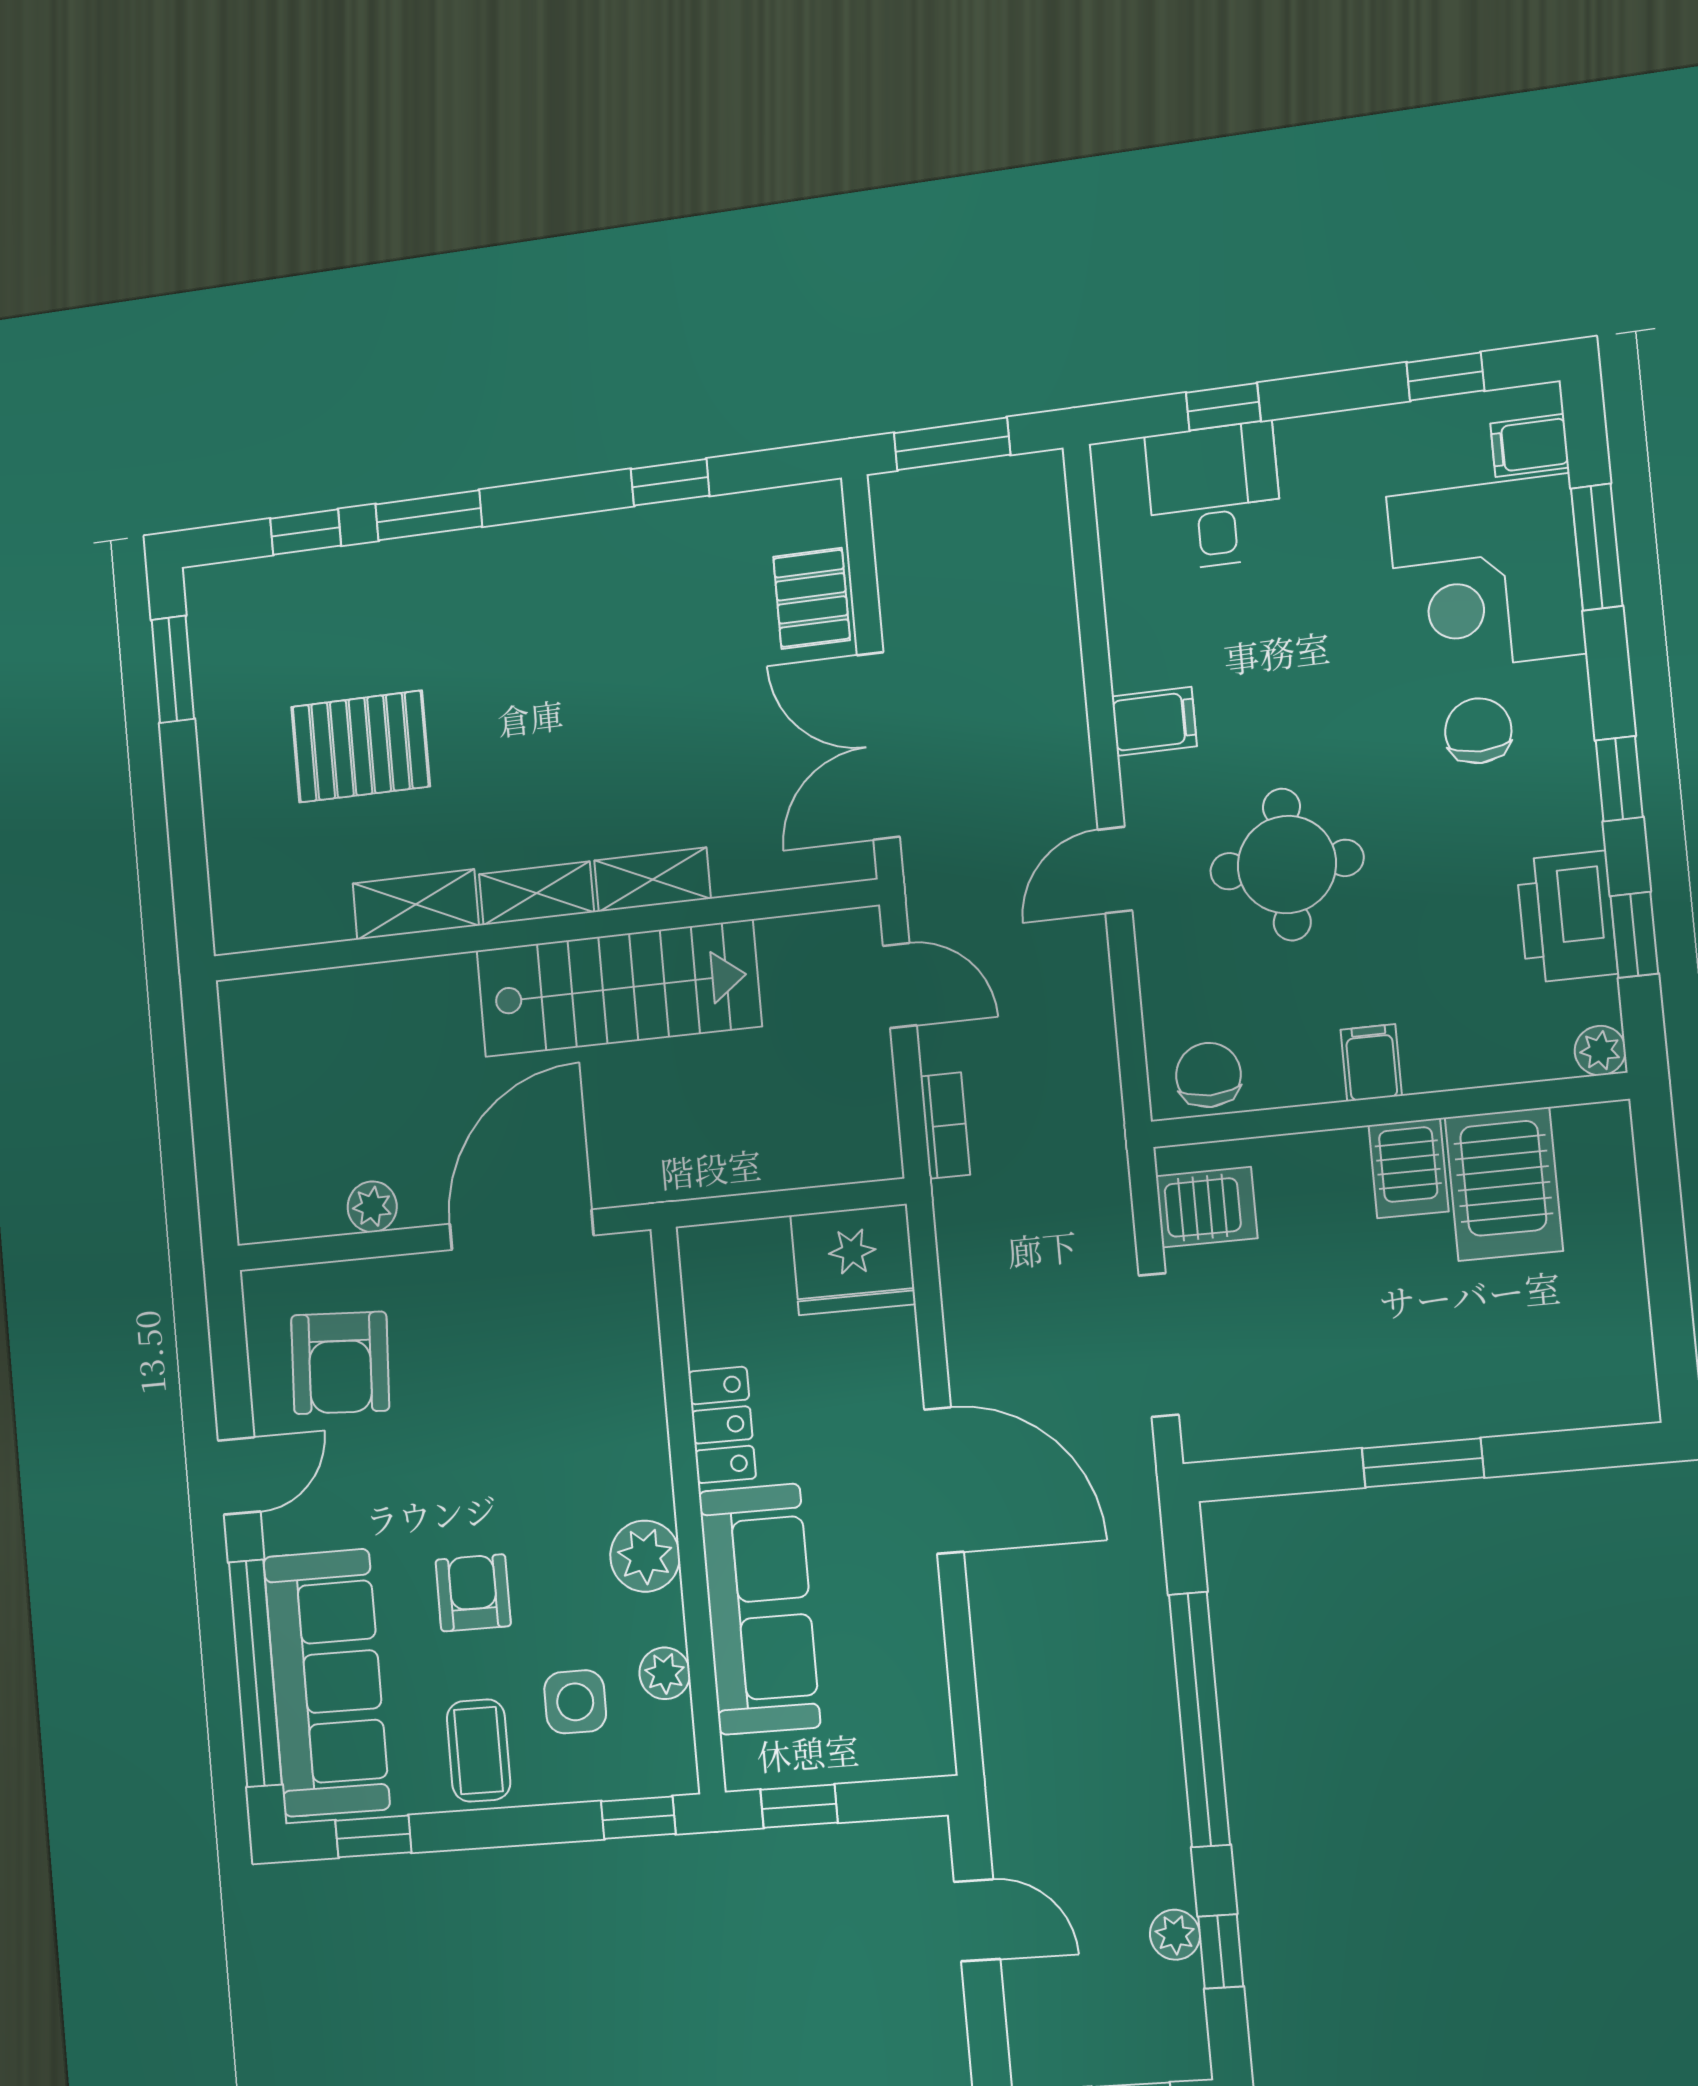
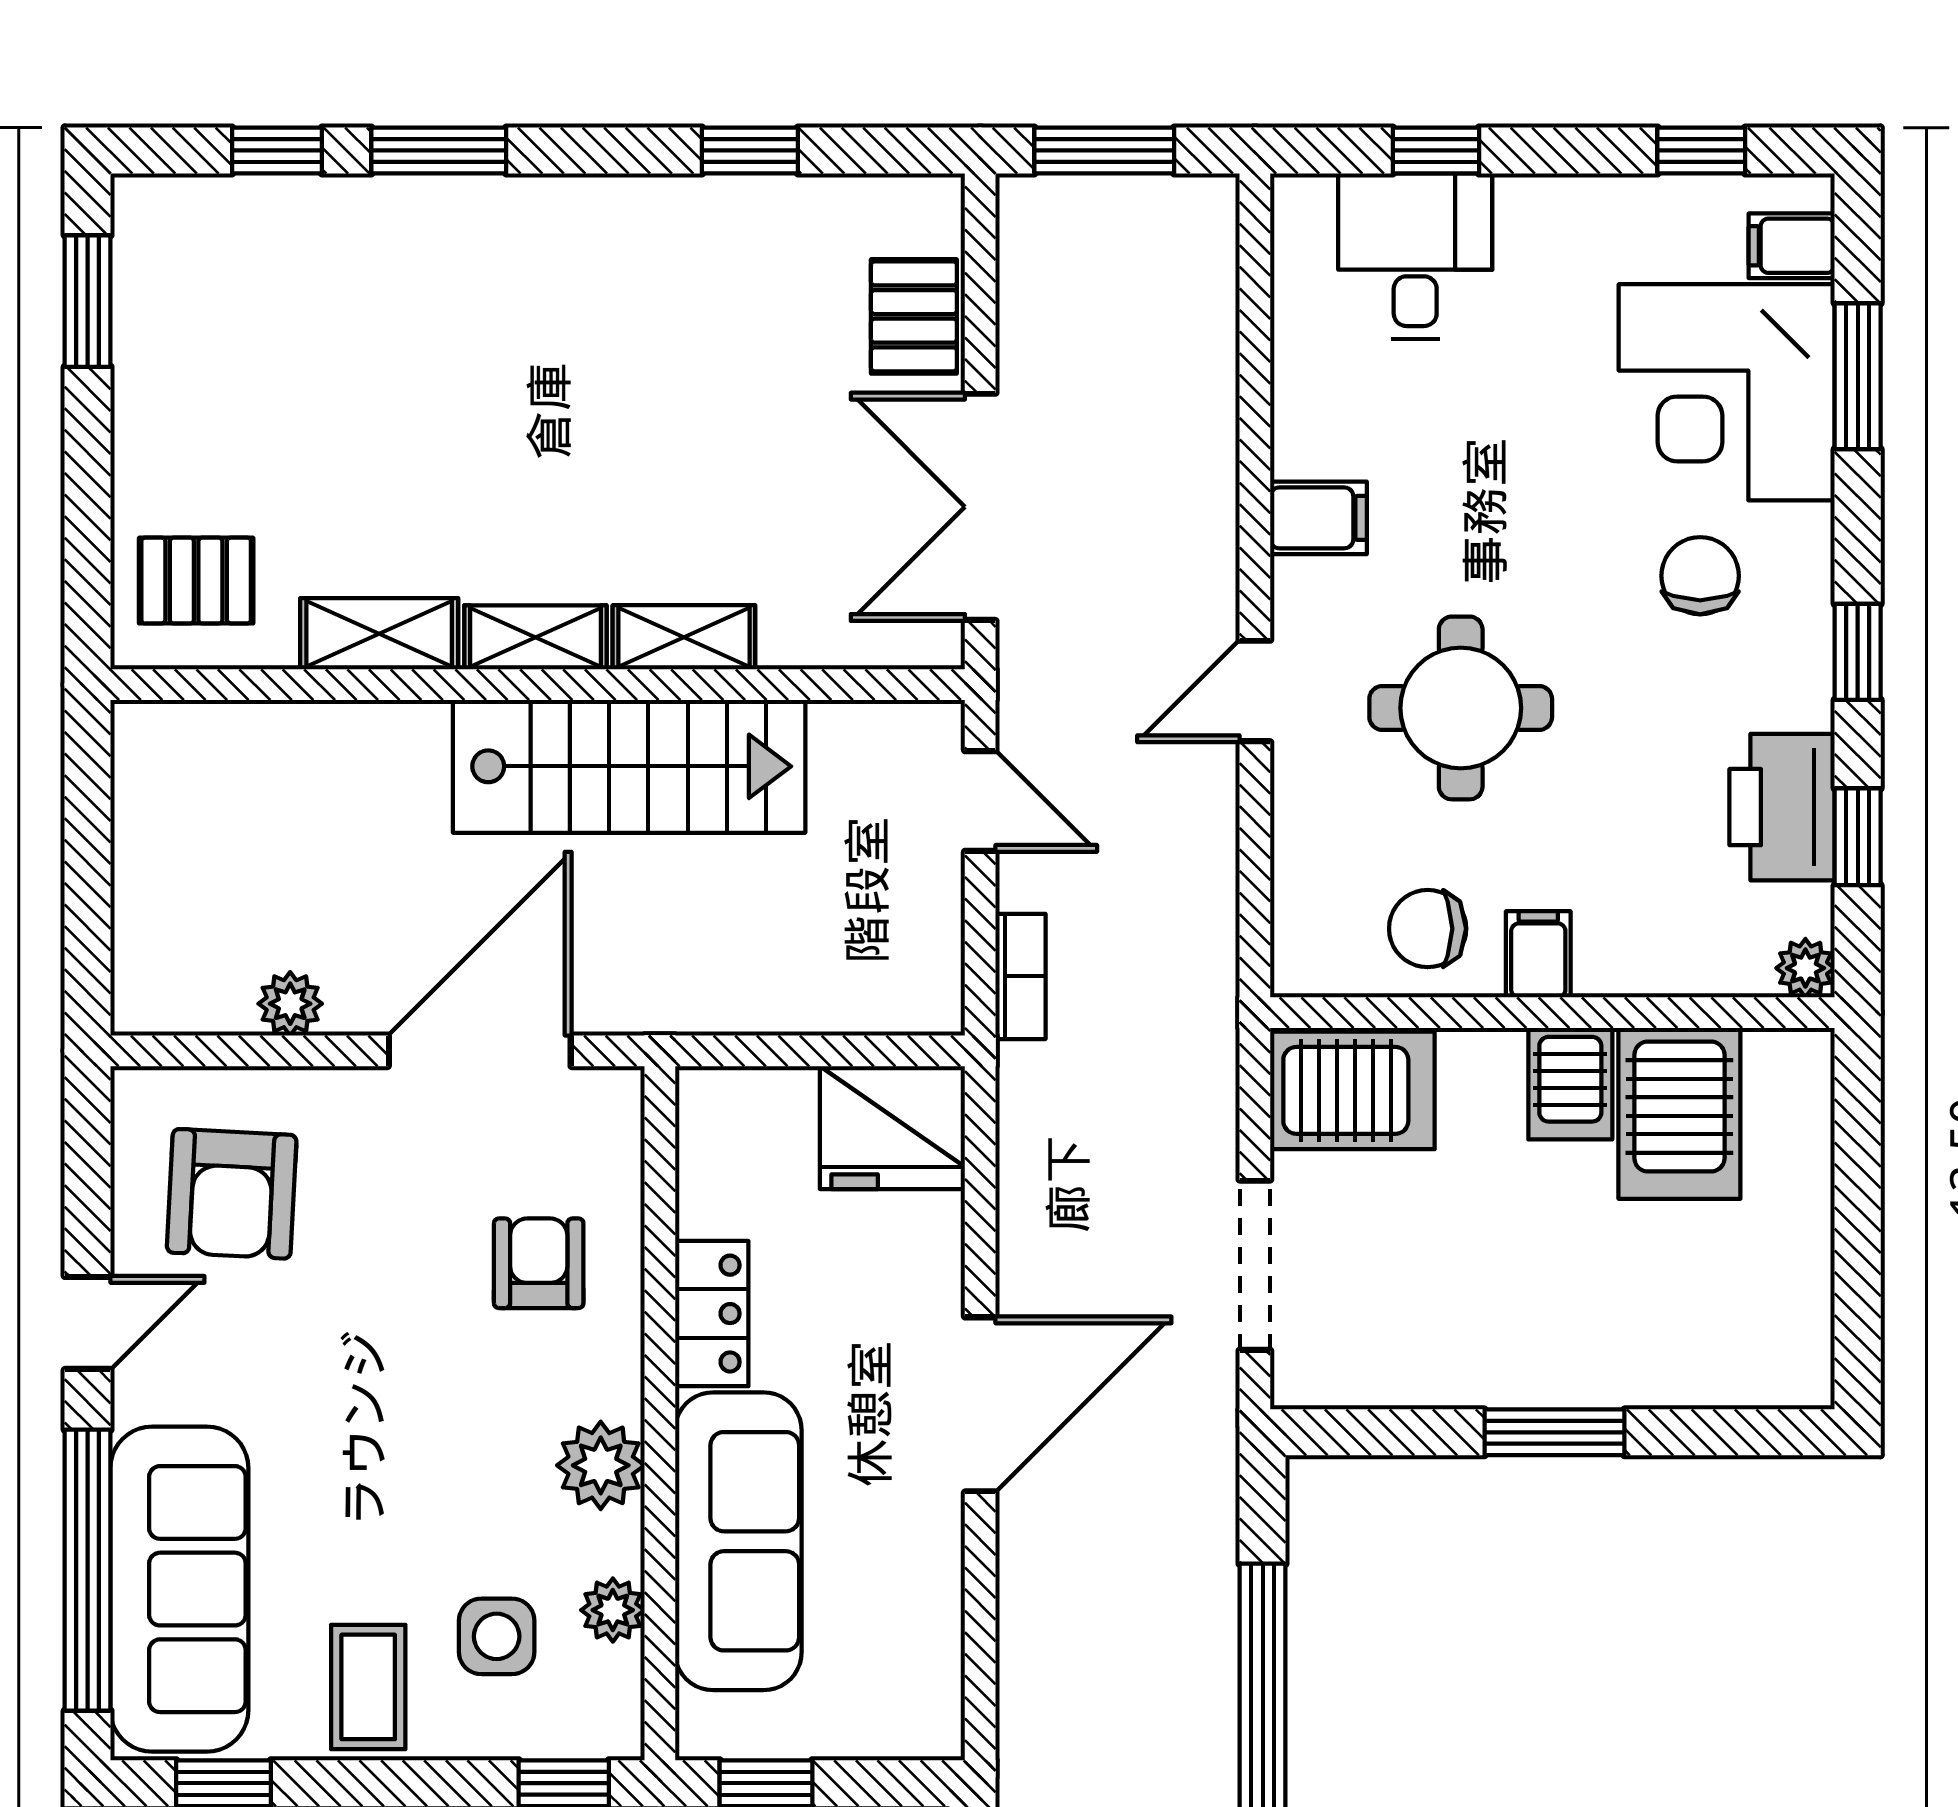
pallet: (360, 747) -> (196, 581), moved, width x0.67, depth x0.71
chair: (1208, 1075) -> (1428, 929), moved, turned -90
server rack: (1207, 1207) -> (1352, 1090), width x1.36, depth x1.44
door: (944, 1480) -> (980, 1404), hinge flipped
armchair: (473, 1593) -> (539, 1263), moved

